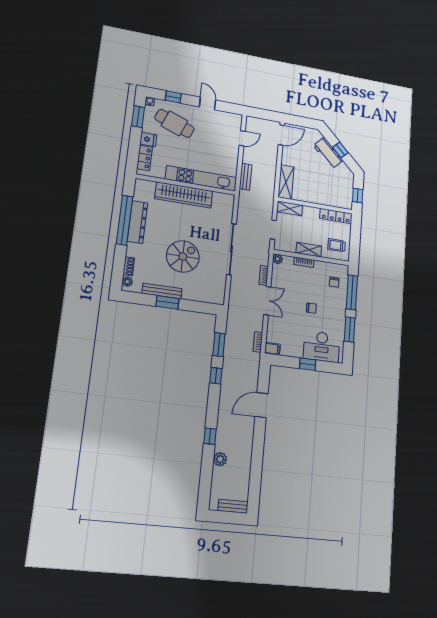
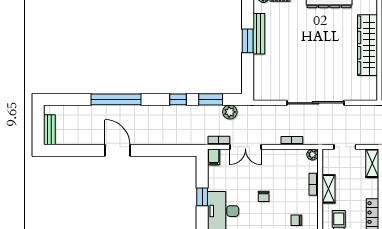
spiral stairs: (183, 256) -> (299, 51), removed
double door: (267, 301) -> (245, 147), moved
door: (262, 405) -> (117, 150), moved
window: (210, 436) -> (116, 99), width x3.17
plant: (220, 459) -> (230, 112), moved

